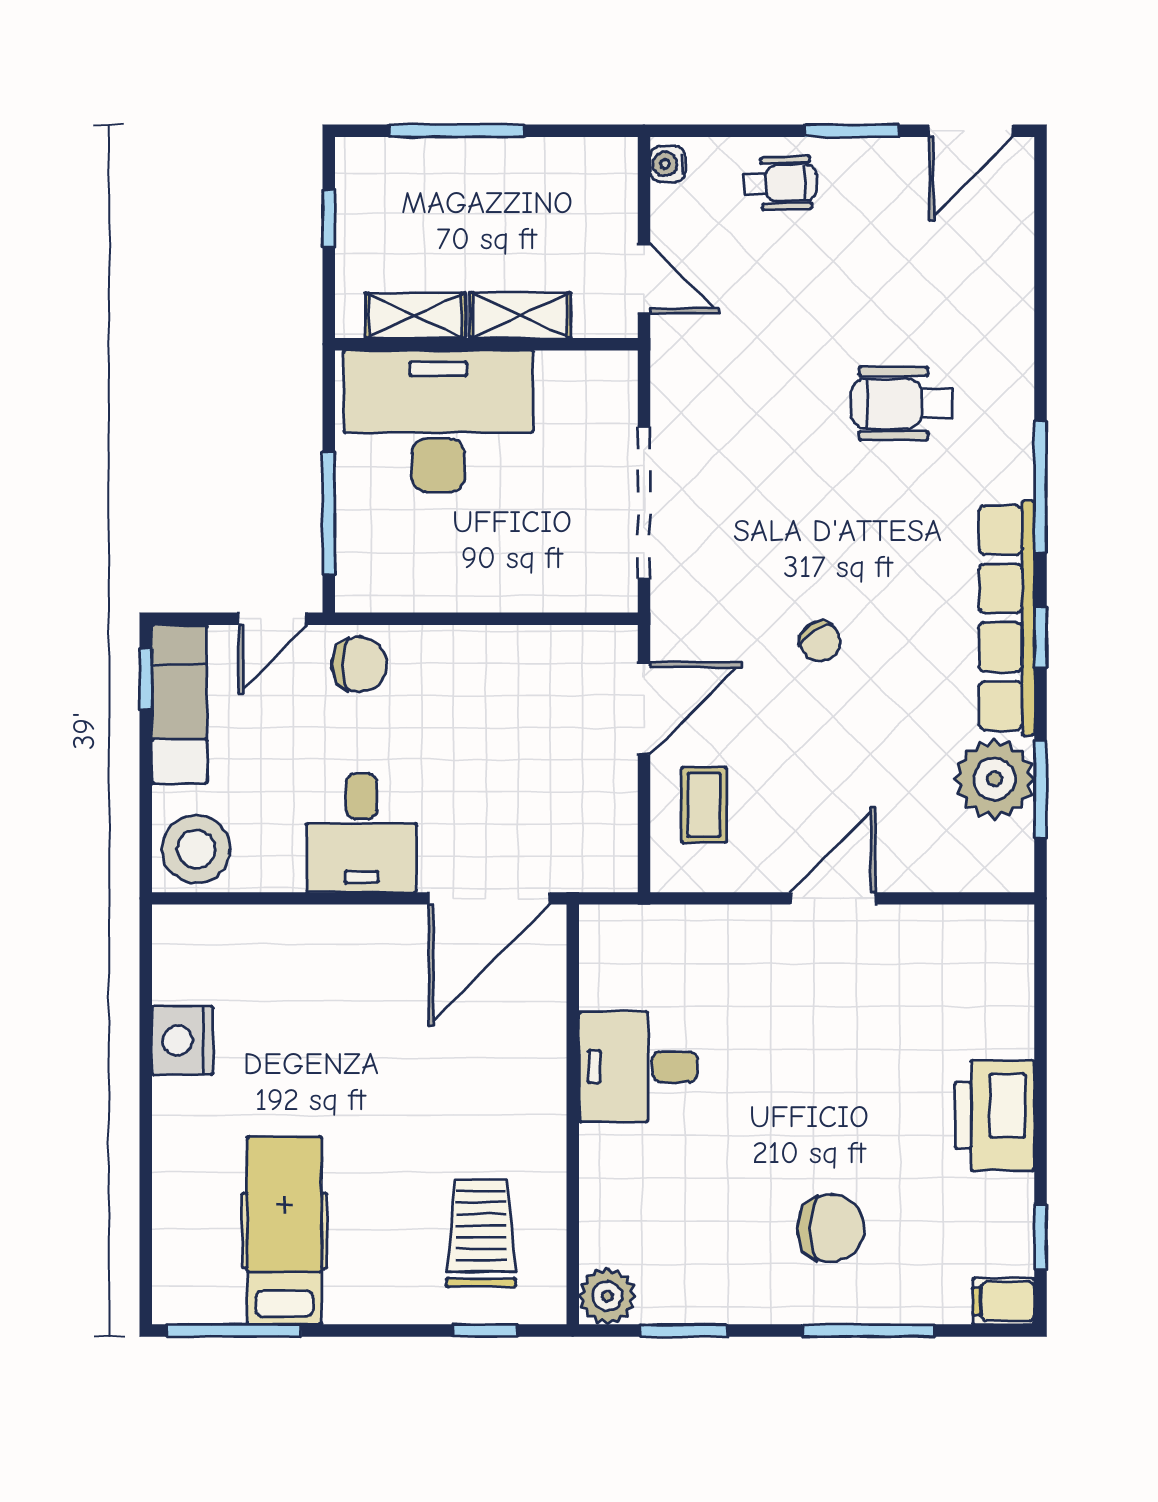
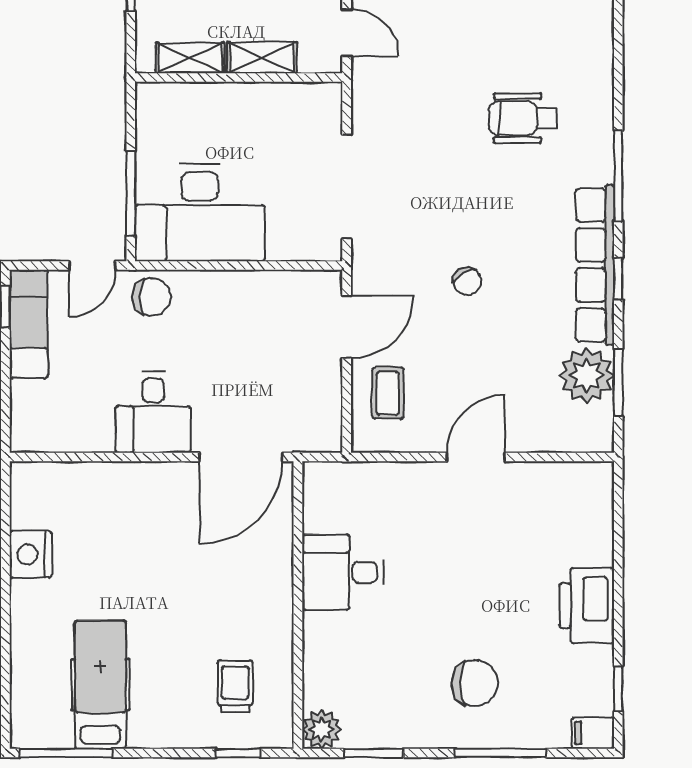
desk: (438, 421) -> (200, 213), moved, turned 180
stool: (196, 849) -> (40, 423), removed
trolley: (481, 1233) -> (235, 686), width x0.73, depth x0.72

